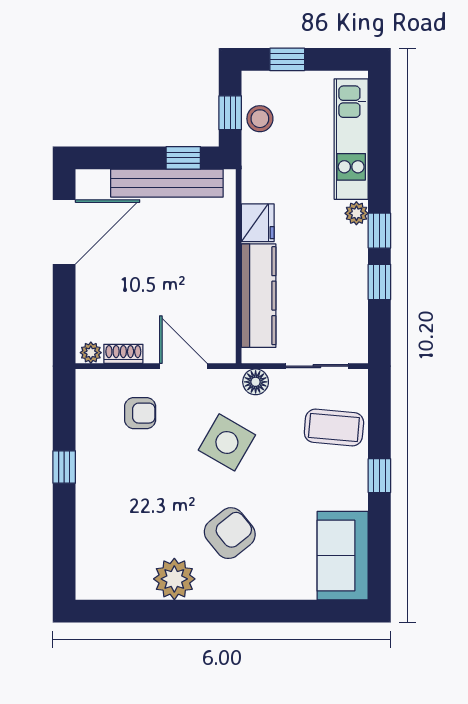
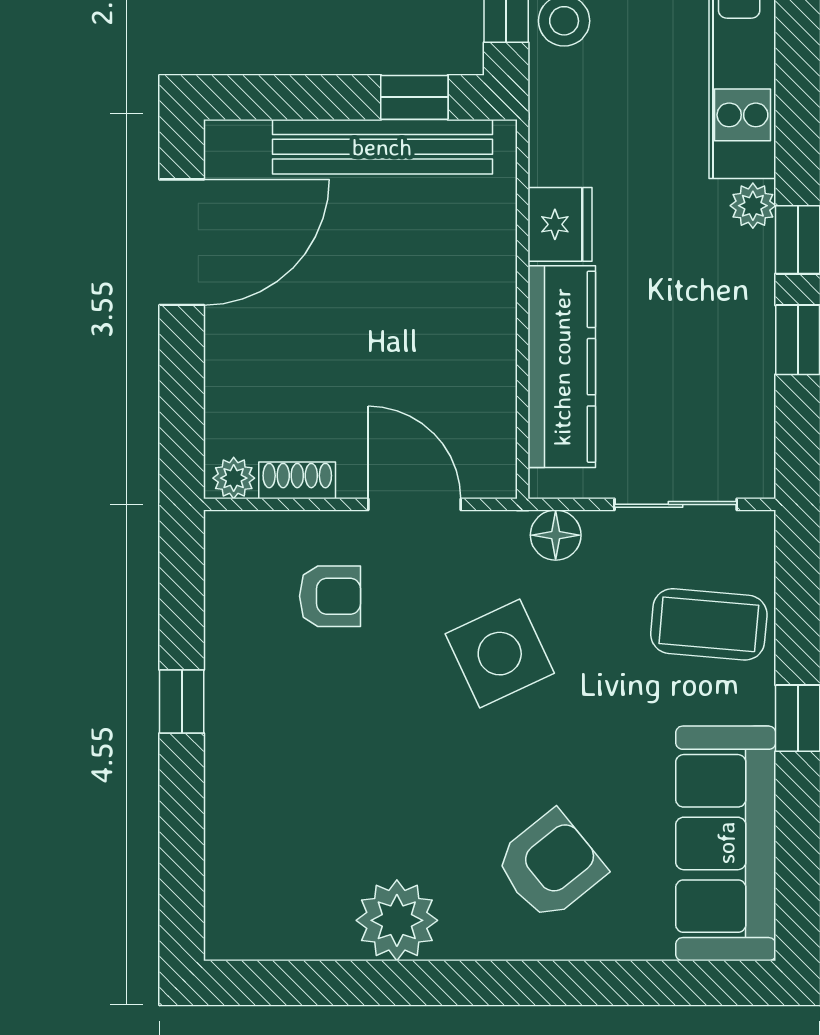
side table: (227, 442) -> (500, 654), turned 35
armchair: (230, 533) -> (550, 865), moved
sofa: (343, 556) -> (726, 843), width x1.36

